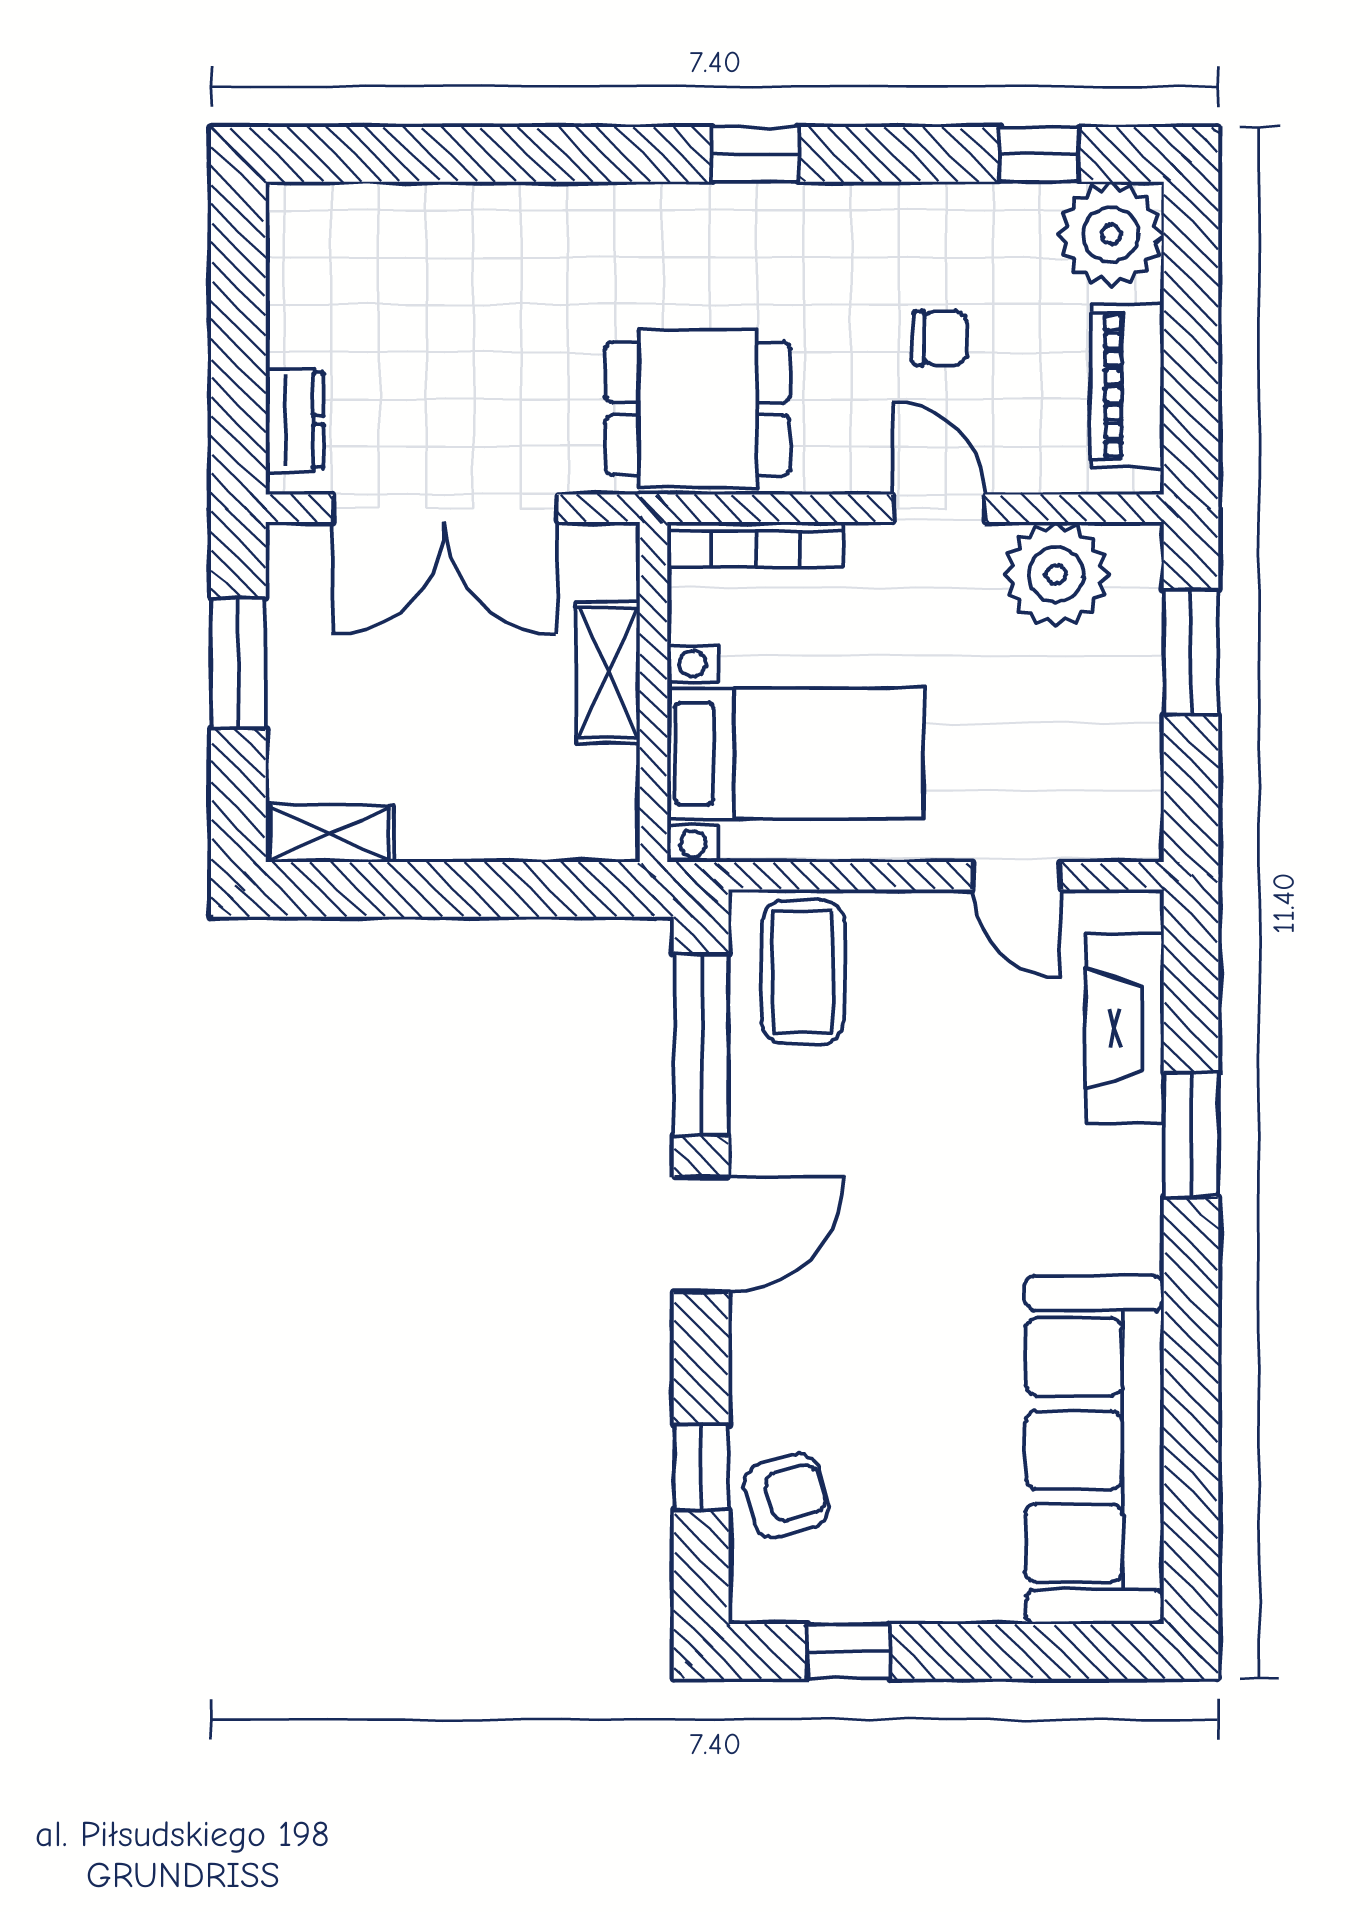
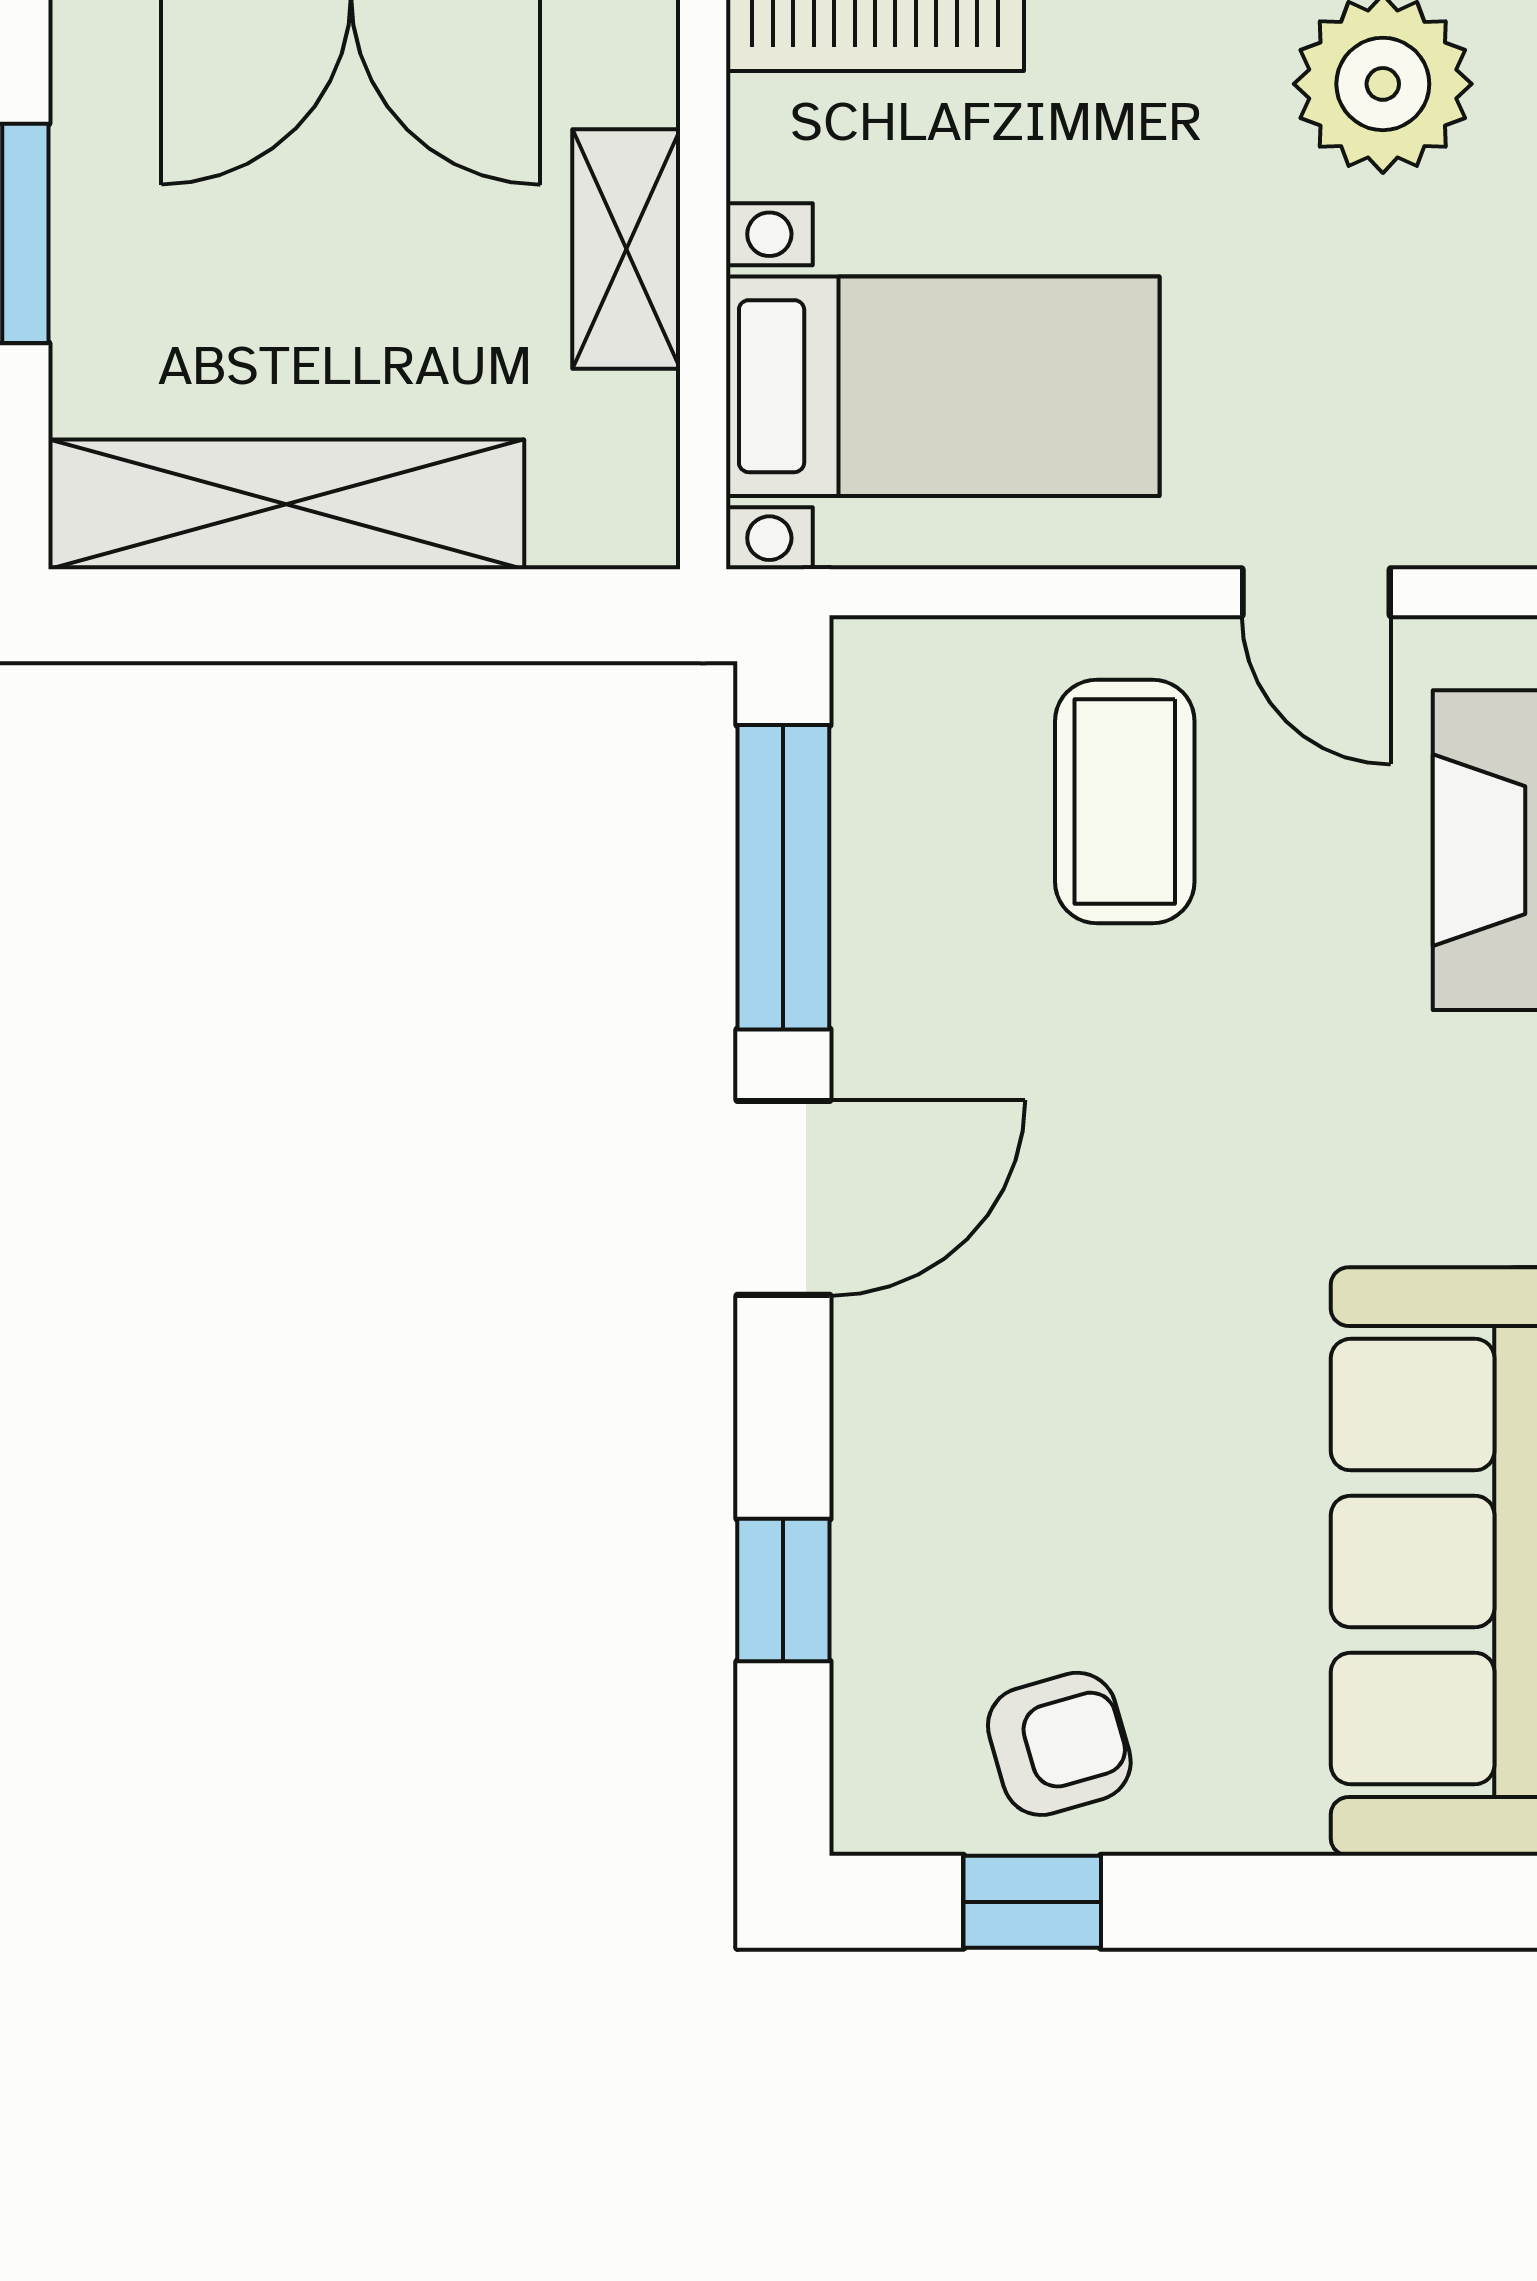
shelving: (330, 833) -> (286, 504), width x2.20, depth x1.33
coffee table: (803, 972) -> (1125, 801), moved
armchair: (787, 1496) -> (1059, 1744), moved

